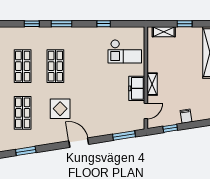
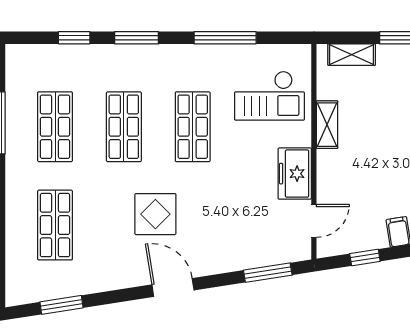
window: (104, 24) -> (225, 38), width x2.17
shop shelf: (88, 66) -> (193, 127), added
shelving: (152, 84) -> (327, 125), moved
display table: (60, 109) -> (155, 214), moved

